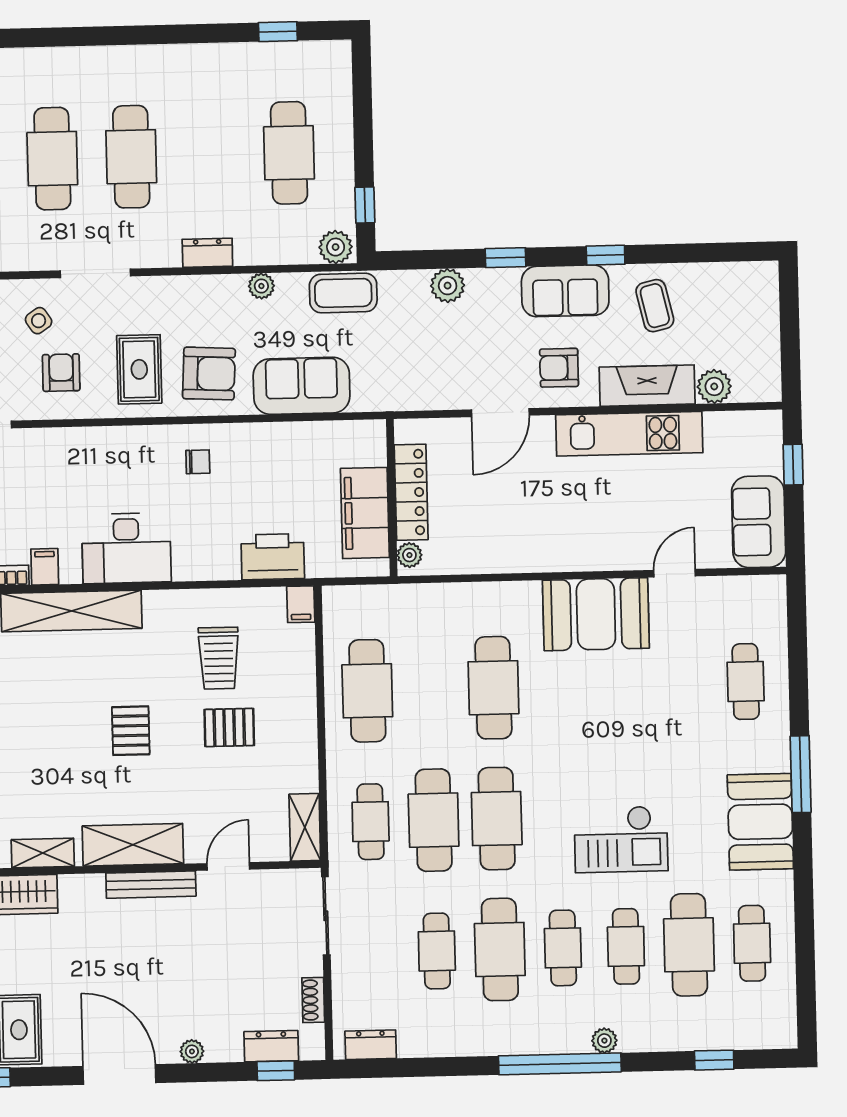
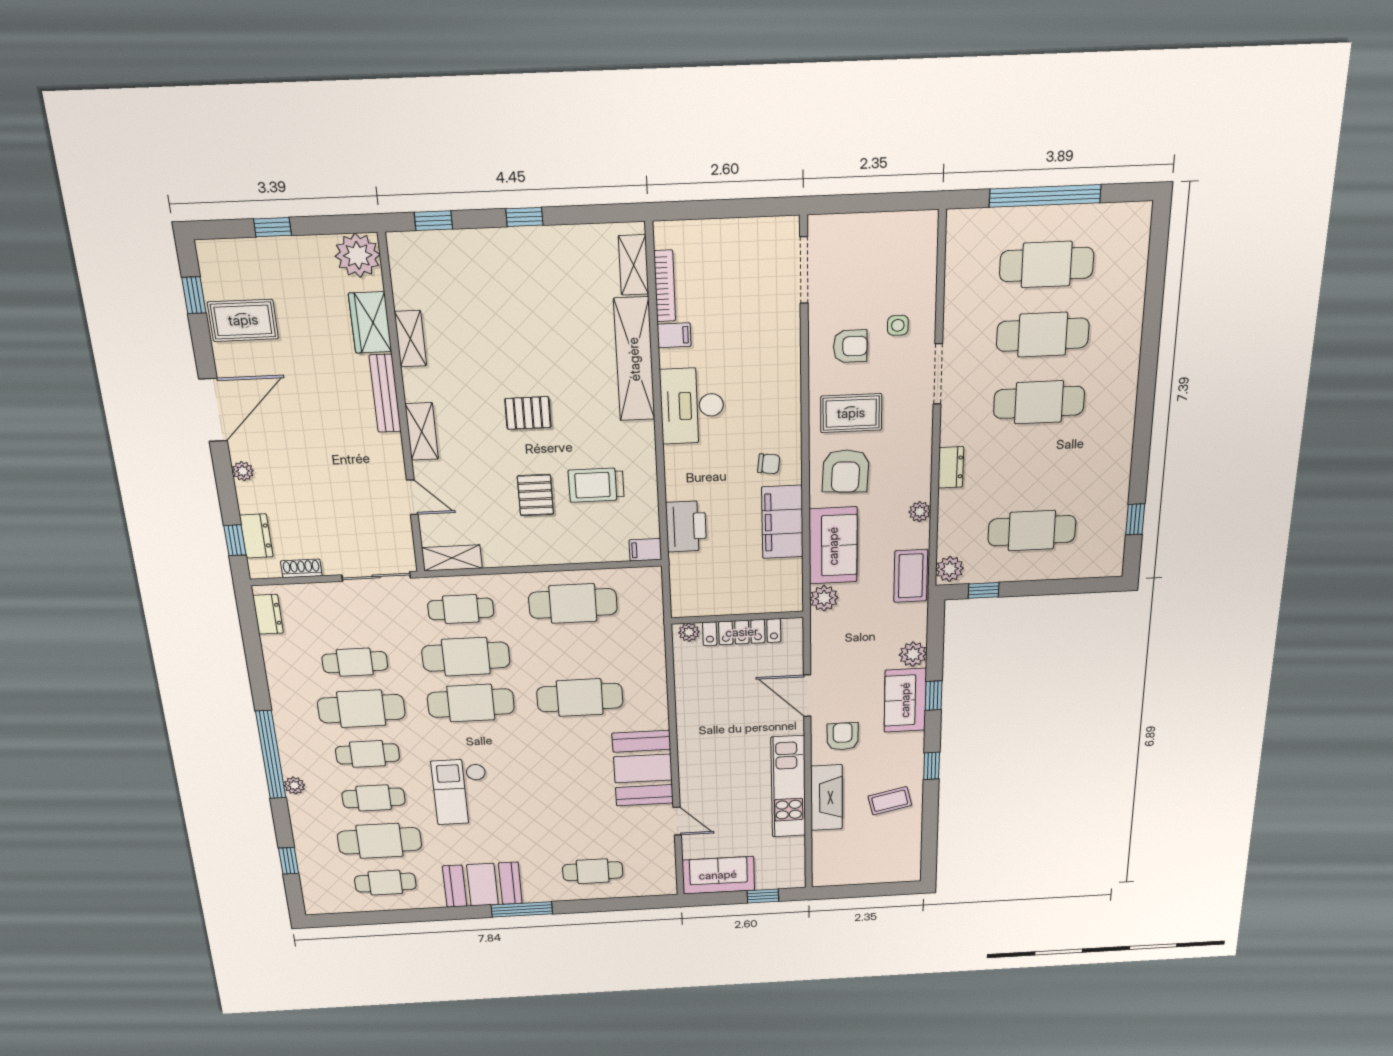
sofa: (565, 291) -> (905, 700), moved
side table: (39, 321) -> (898, 325), turned 34
plant: (714, 386) -> (824, 598), moved
chair: (198, 462) -> (769, 464), turned -83
filing cabinet: (365, 513) -> (782, 522), moved, turned -90
shelving: (133, 845) -> (422, 432), width x0.67, depth x0.75
bench: (151, 885) -> (385, 393), moved

